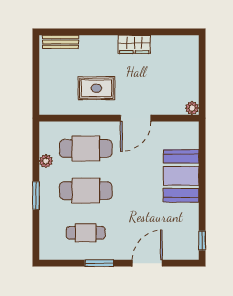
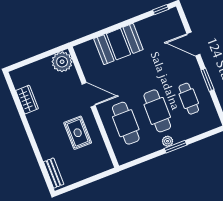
wardrobe: (134, 44) -> (27, 100), moved
plant: (192, 108) -> (62, 62), width x1.88, depth x1.88
plant: (46, 161) -> (168, 141), moved

